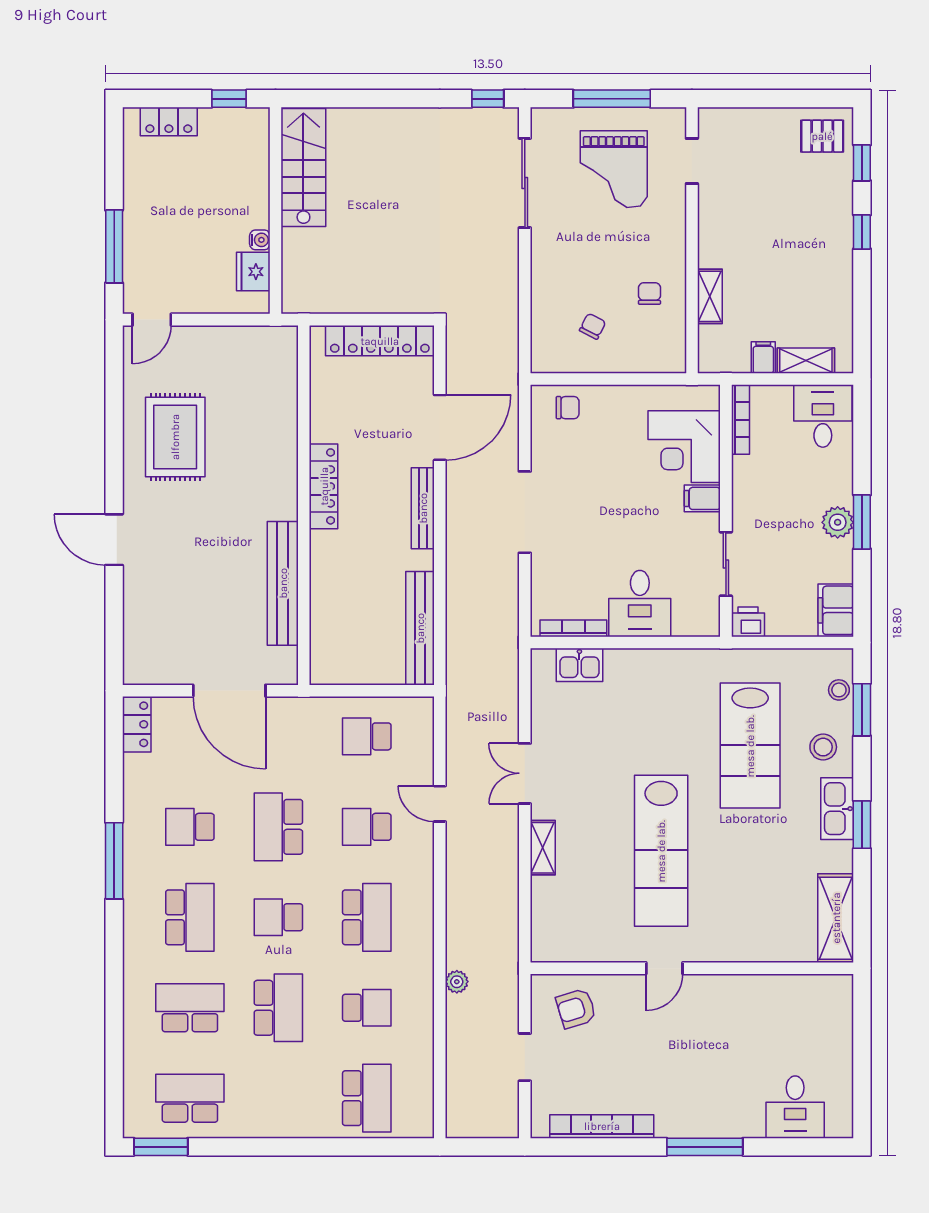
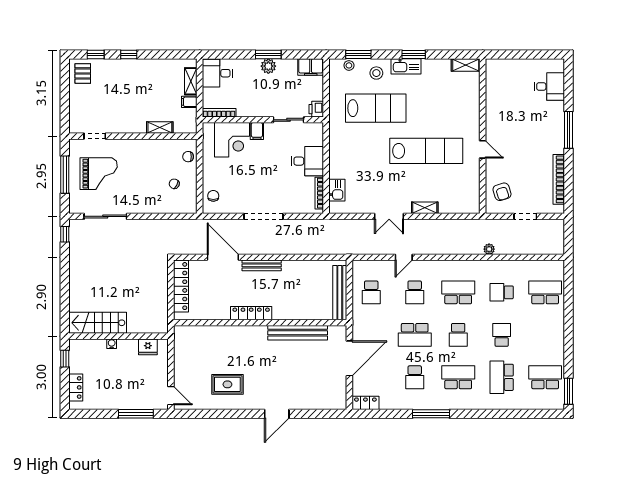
water cooler: (260, 240) -> (112, 344), moved
chair: (649, 294) -> (188, 157), moved
rug: (175, 437) -> (227, 384), width x0.73, depth x0.70
bench: (420, 628) -> (340, 293), moved, turned 90
shelving: (836, 918) -> (466, 65), width x0.67, depth x0.75
school desk: (278, 1008) -> (502, 335), width x0.54
school desk: (367, 1008) -> (502, 292), turned -90
school desk: (190, 1098) -> (545, 377), turned 90

